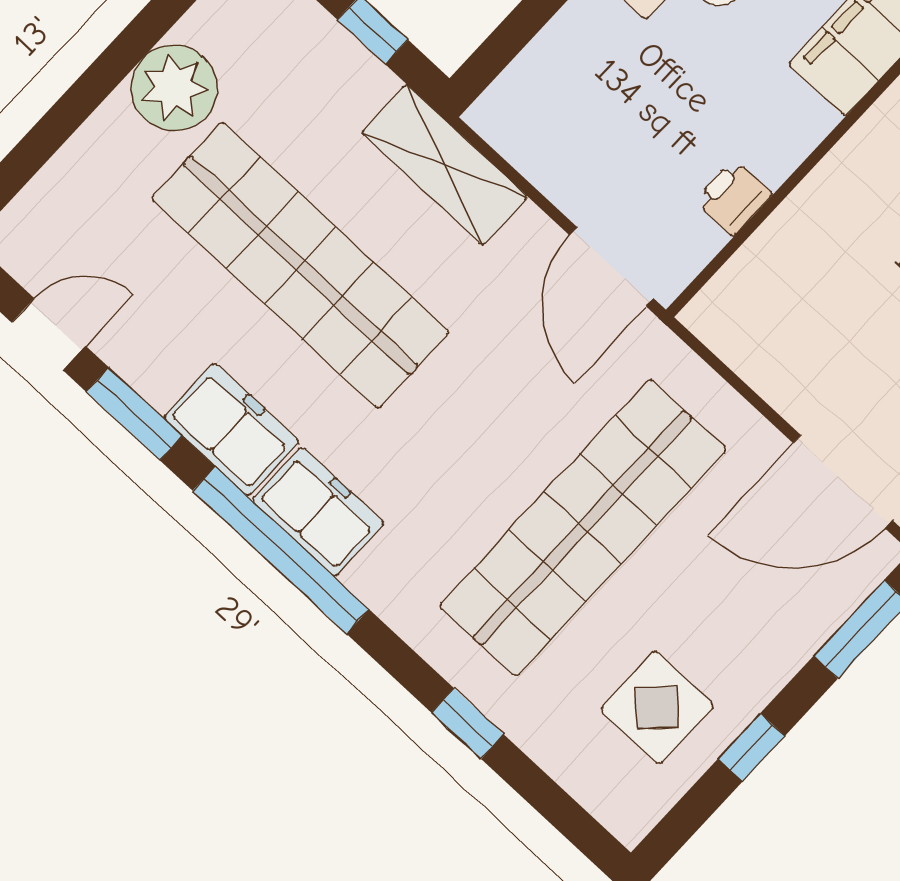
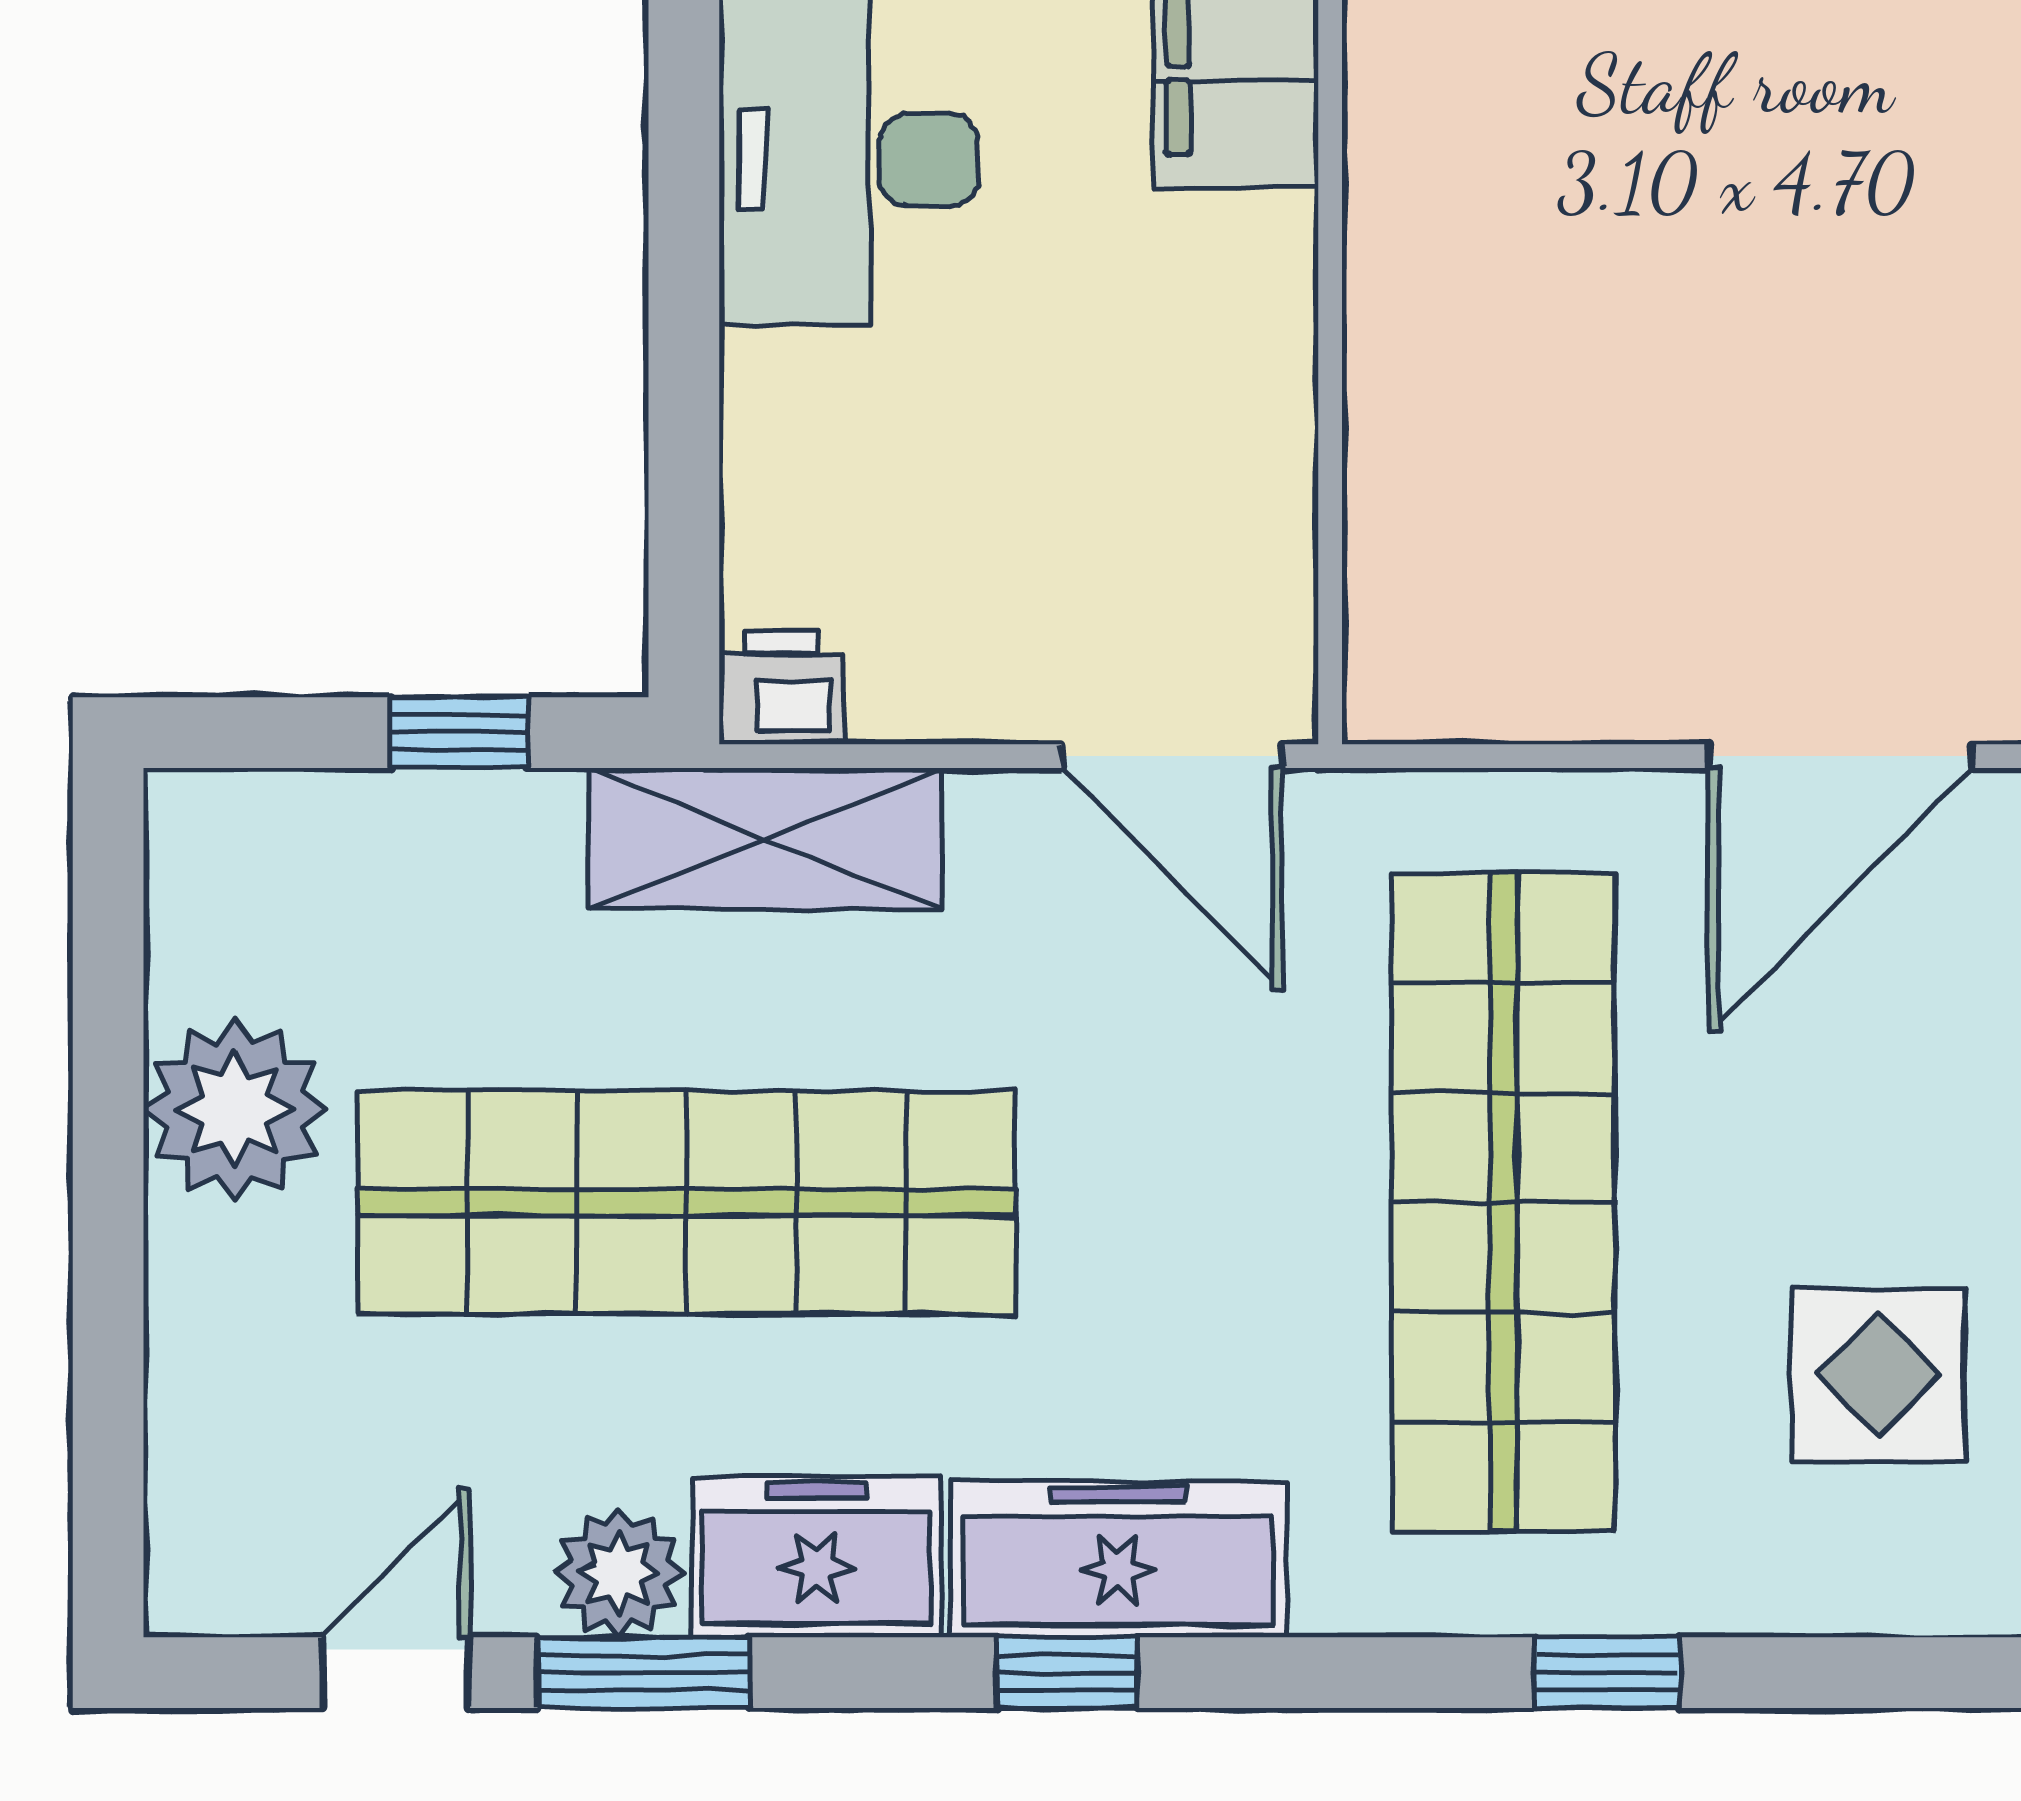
printer: (734, 197) -> (782, 688), moved, turned 90
plant: (158, 371) -> (619, 1573), added
freezer: (318, 512) -> (1118, 1559), width x1.40
window: (281, 550) -> (1067, 1673), width x0.32

